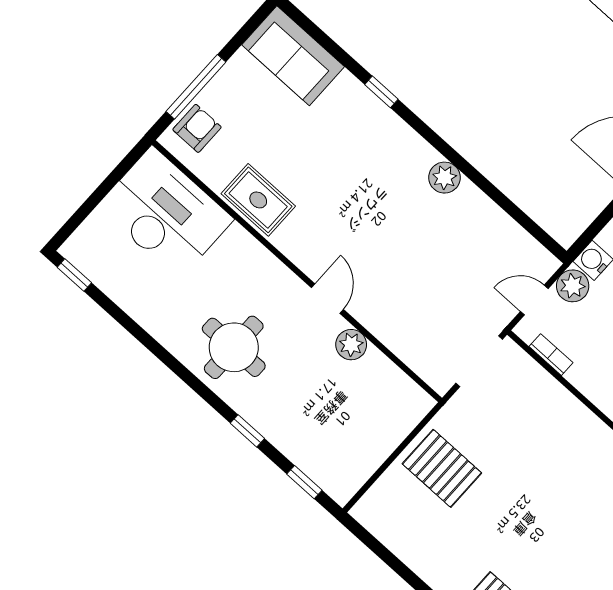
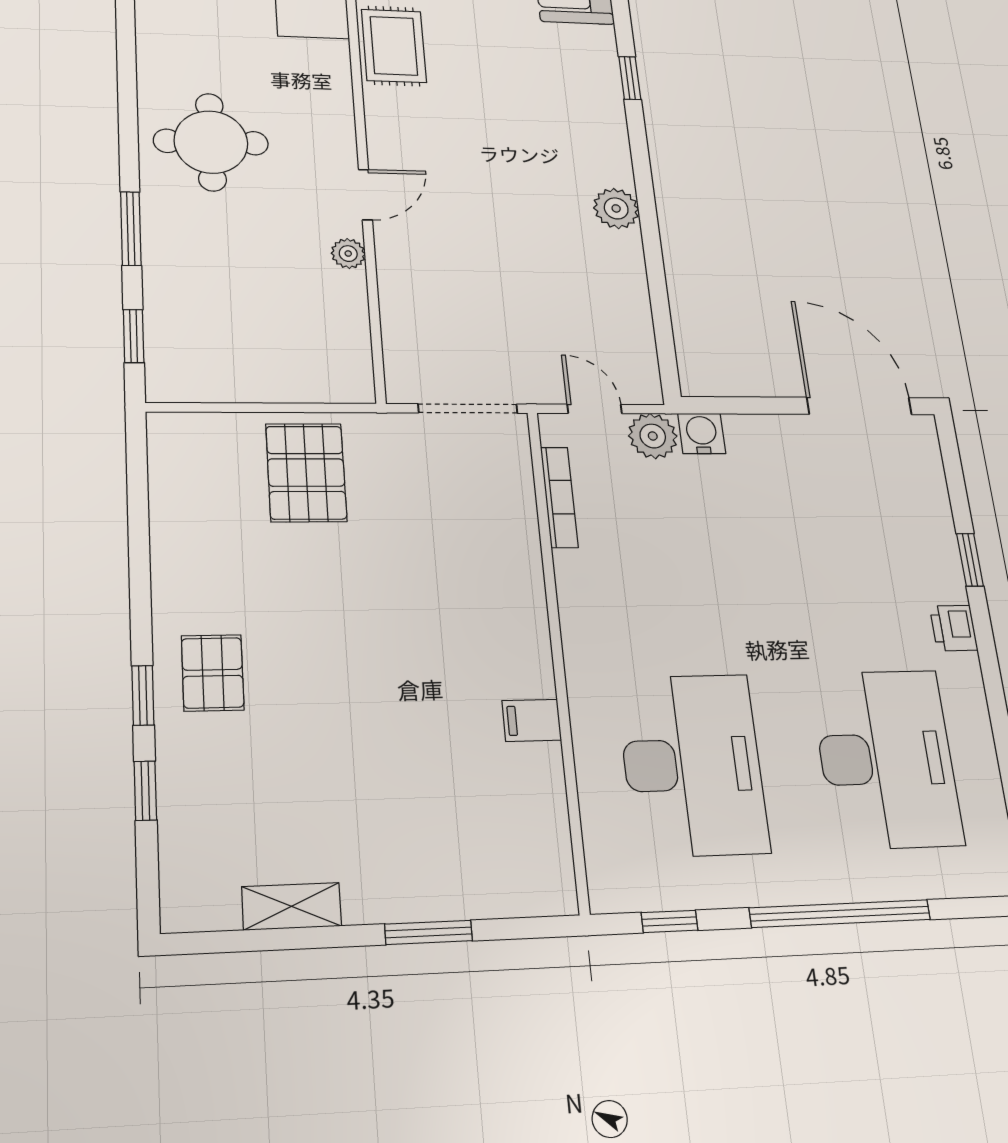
plant: (351, 345) -> (348, 254), width x0.73, depth x0.73
bookcase: (551, 355) -> (559, 497), width x1.56
window: (247, 431) -> (131, 229), width x1.50

